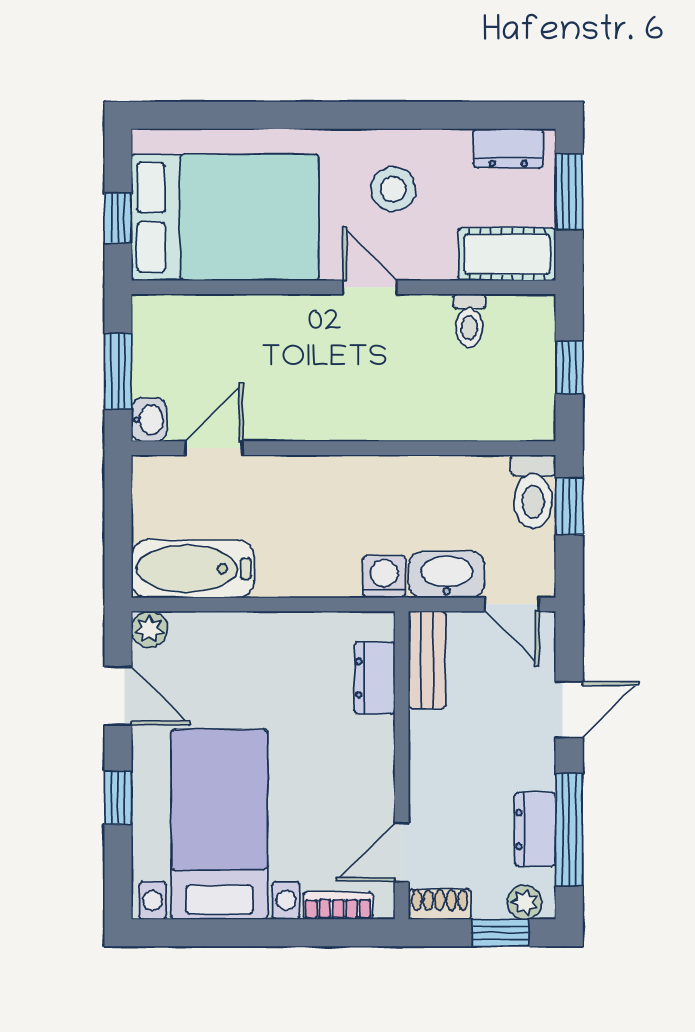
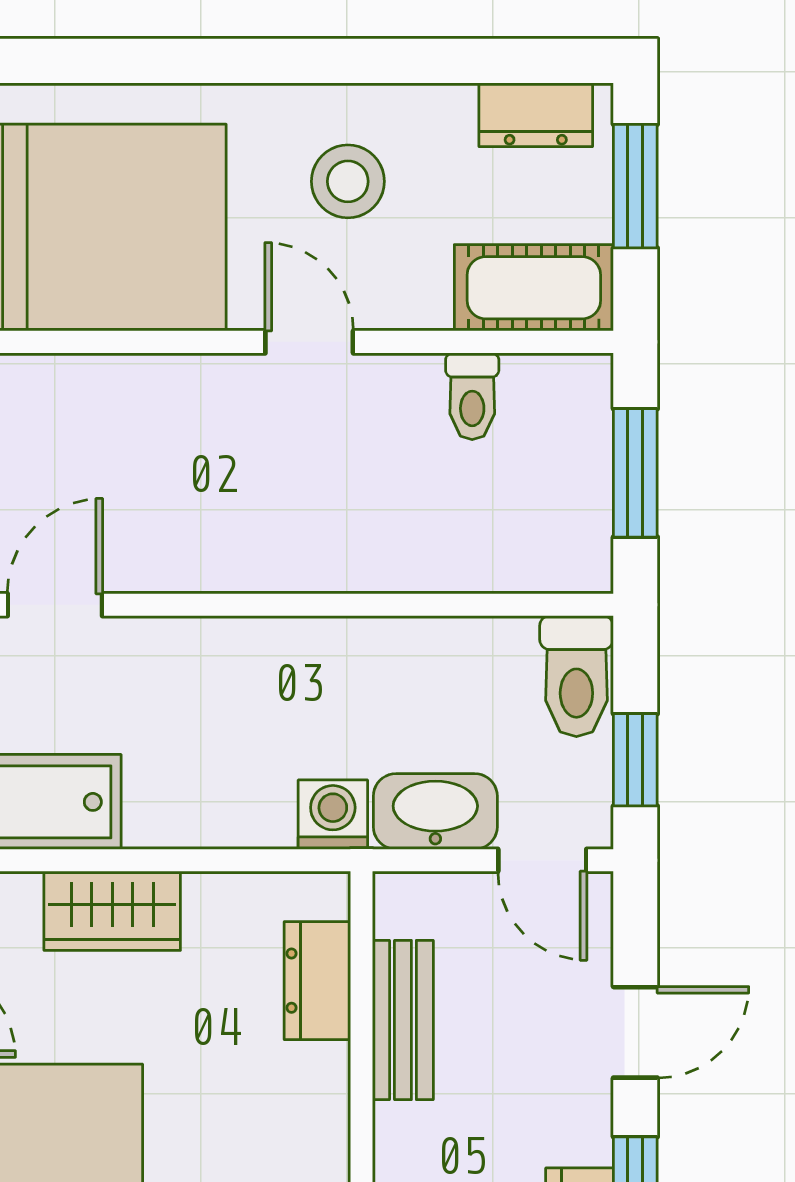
window: (569, 367) -> (635, 473), width x1.50
window: (569, 506) -> (635, 760), moved
wardrobe: (249, 635) -> (112, 911), added
bench: (427, 660) -> (403, 1020), moved

